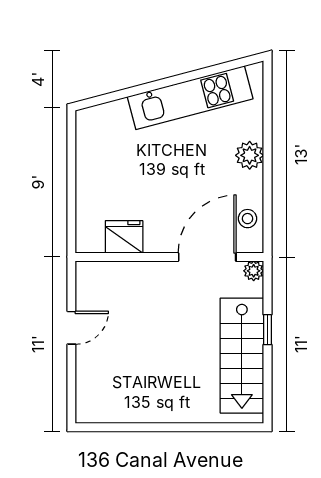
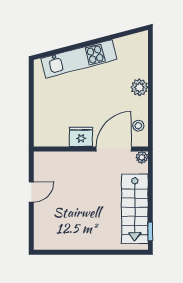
kitchen unit: (190, 98) -> (79, 59), moved
fridge: (124, 237) -> (81, 137), moved
window: (267, 330) -> (150, 231), moved

